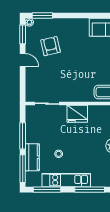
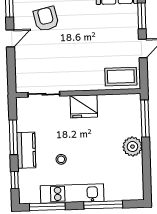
door: (23, 60) -> (10, 38), hinge flipped
kitchen counter: (32, 157) -> (26, 150), moved
window: (23, 169) -> (15, 180), width x0.46

